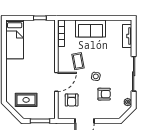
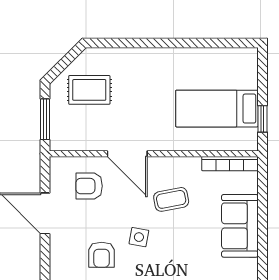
bed: (15, 39) -> (217, 109), moved
rug: (26, 100) -> (89, 90), turned 90

